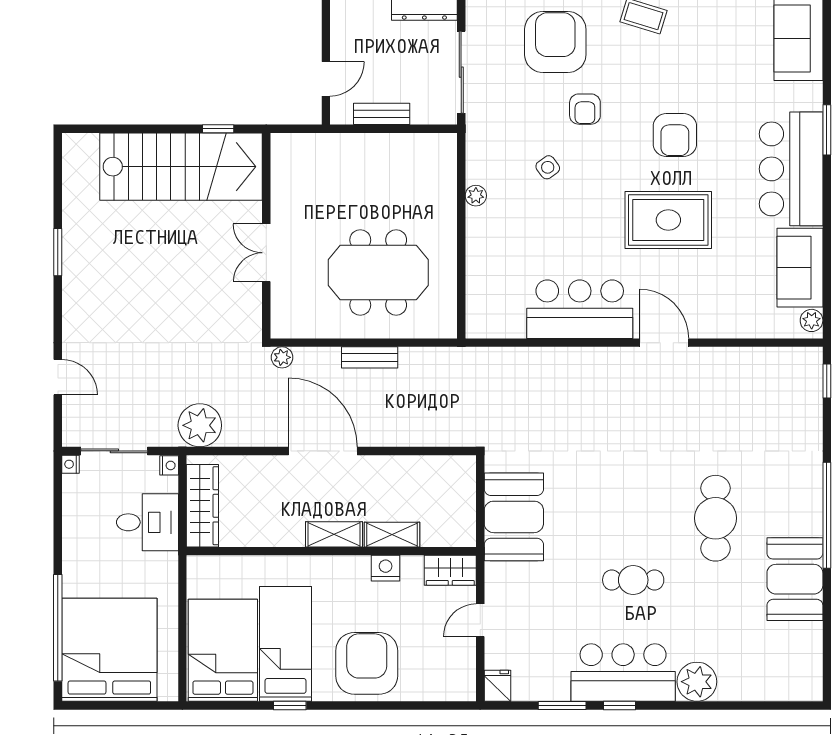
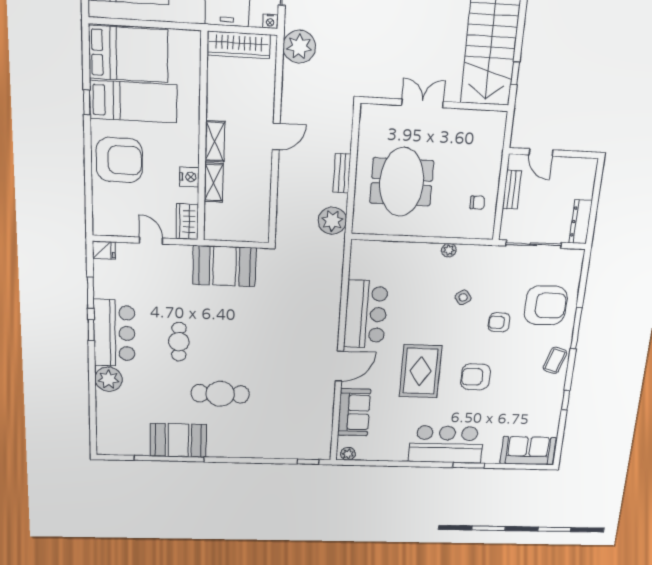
chair: (403, 161) -> (477, 203), added
sofa: (800, 268) -> (354, 412), moved, turned 90
plant: (282, 357) -> (332, 221), moved, width x1.87, depth x1.87
door: (323, 451) -> (276, 136), width x0.53
window: (827, 515) -> (169, 459), moved

